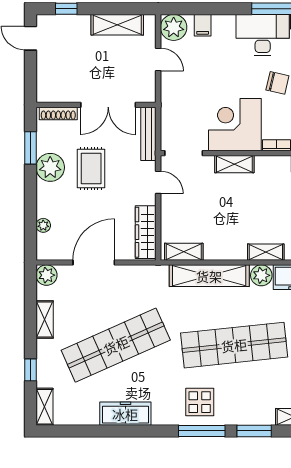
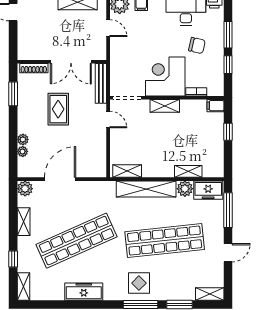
plant: (50, 167) -> (23, 139), moved, width x0.53, depth x0.53
wardrobe: (146, 232) -> (99, 157), removed

